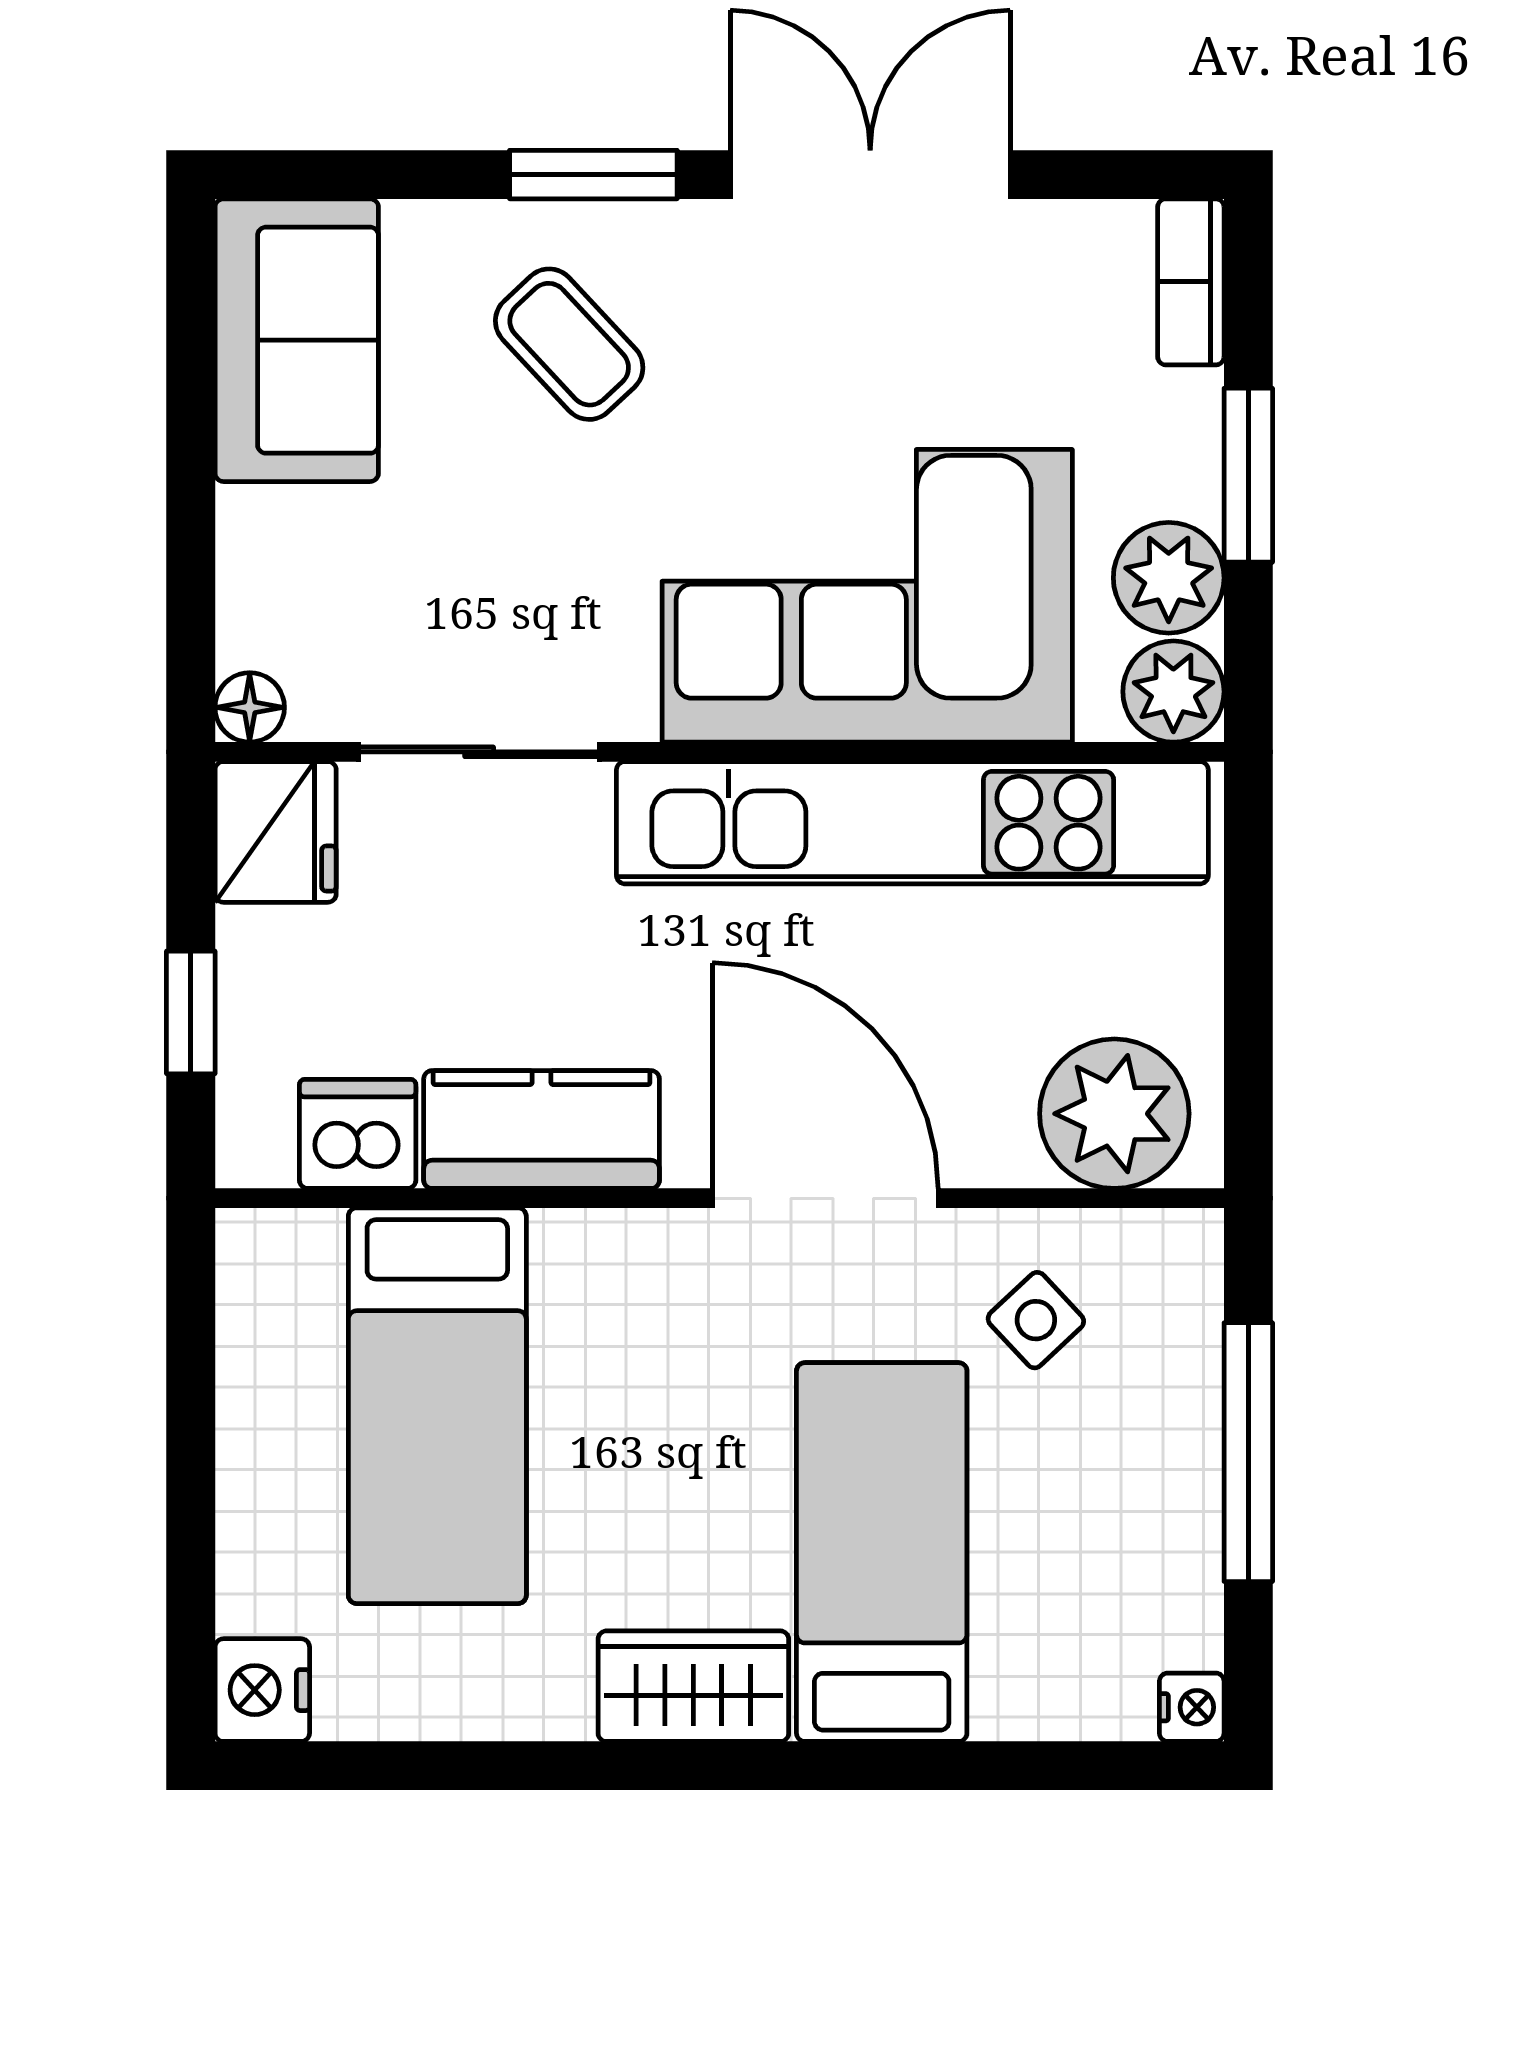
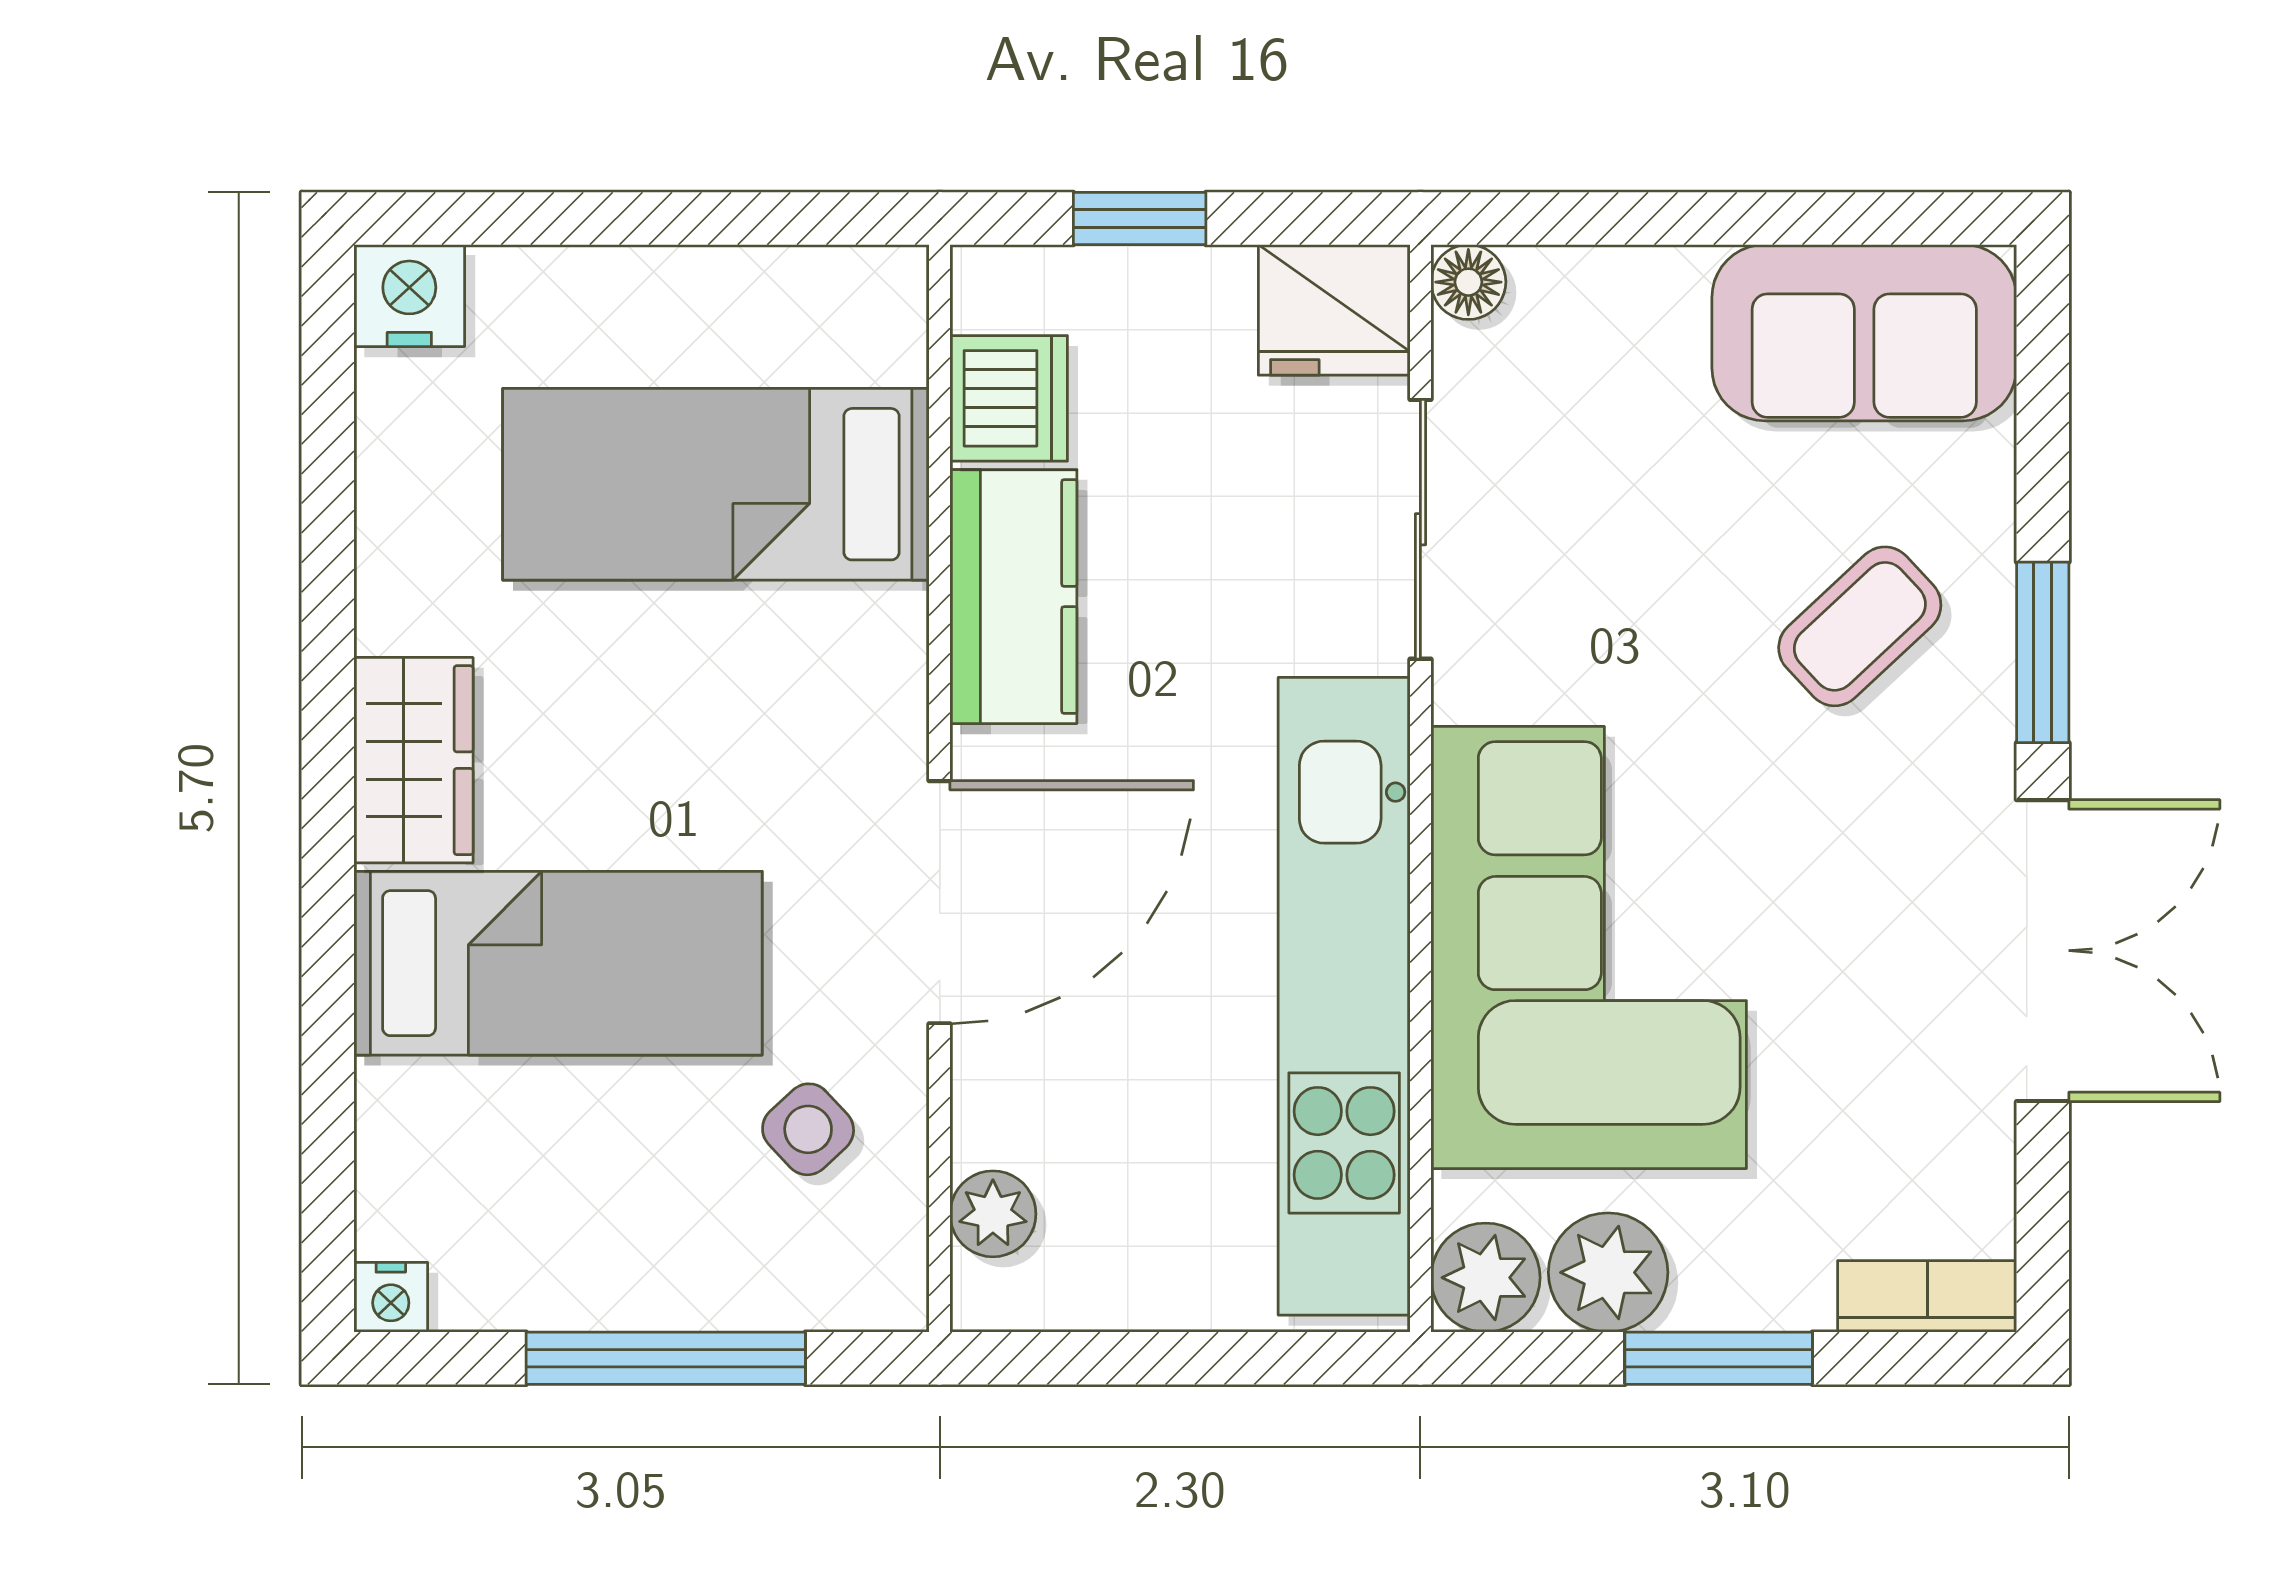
plant: (1114, 1114) -> (993, 1214), width x0.53, depth x0.53

